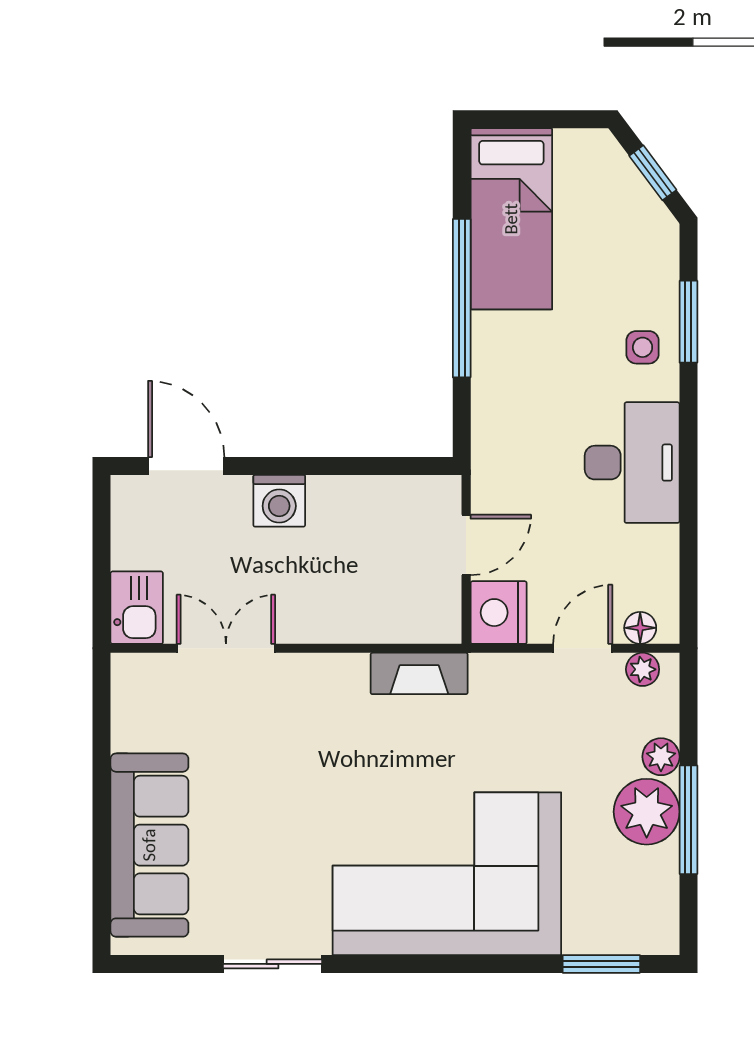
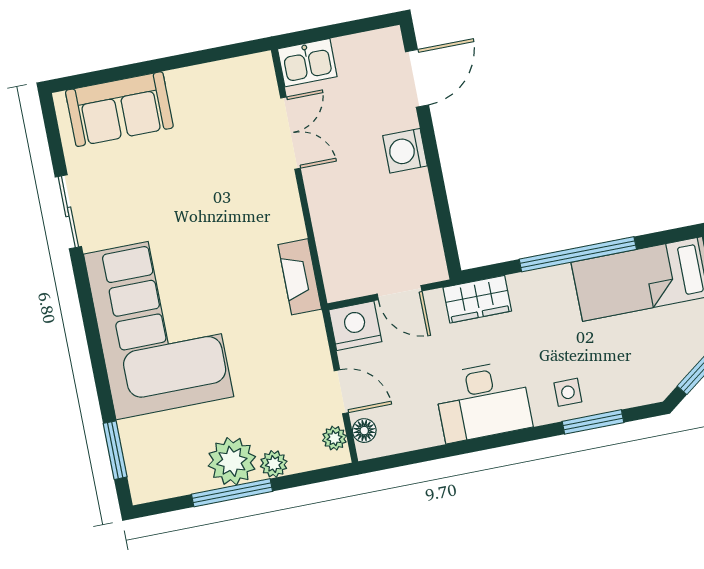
wardrobe: (495, 444) -> (477, 299), added
sofa: (149, 845) -> (119, 109), width x0.73

